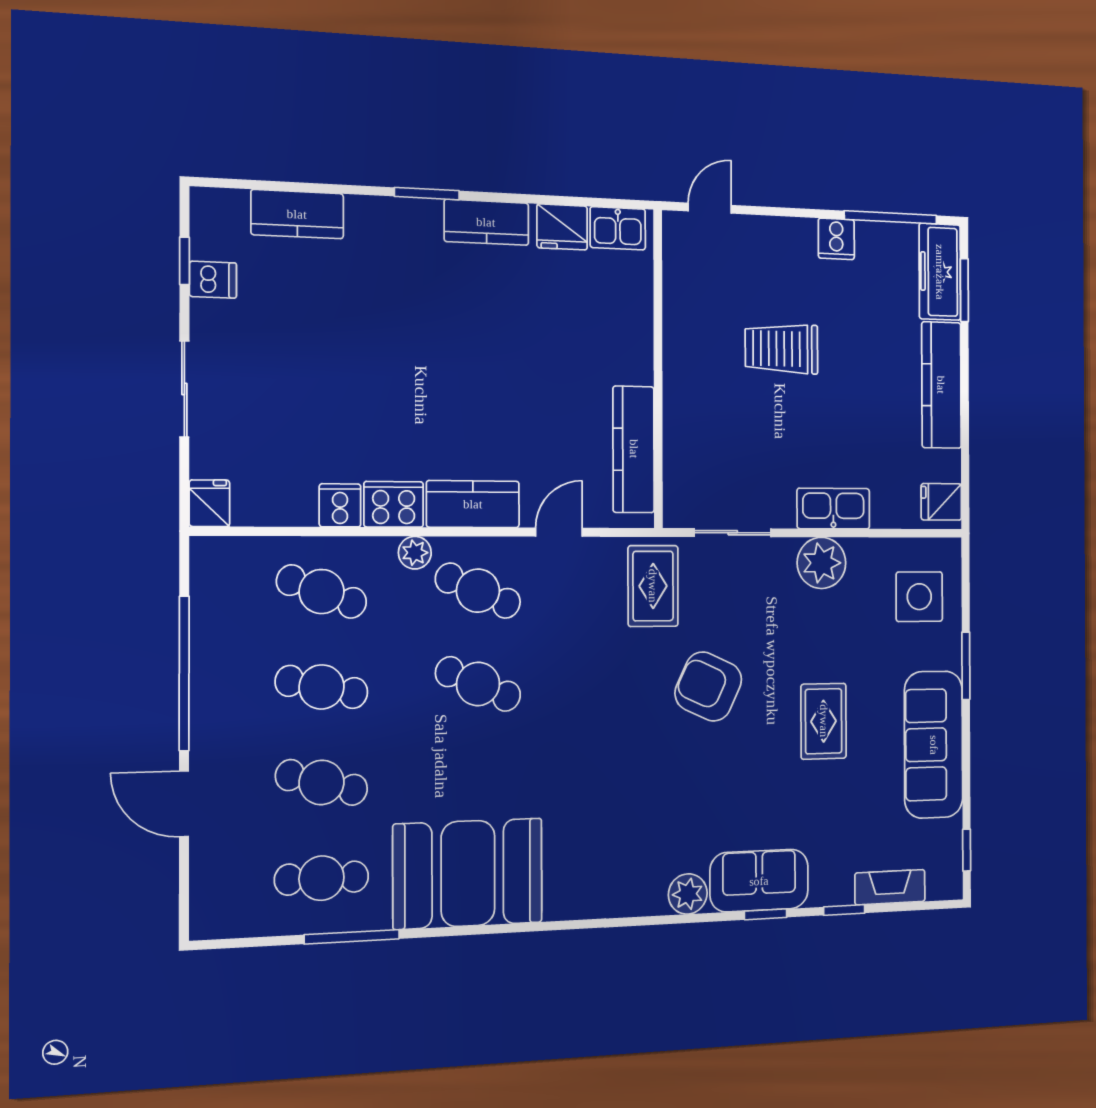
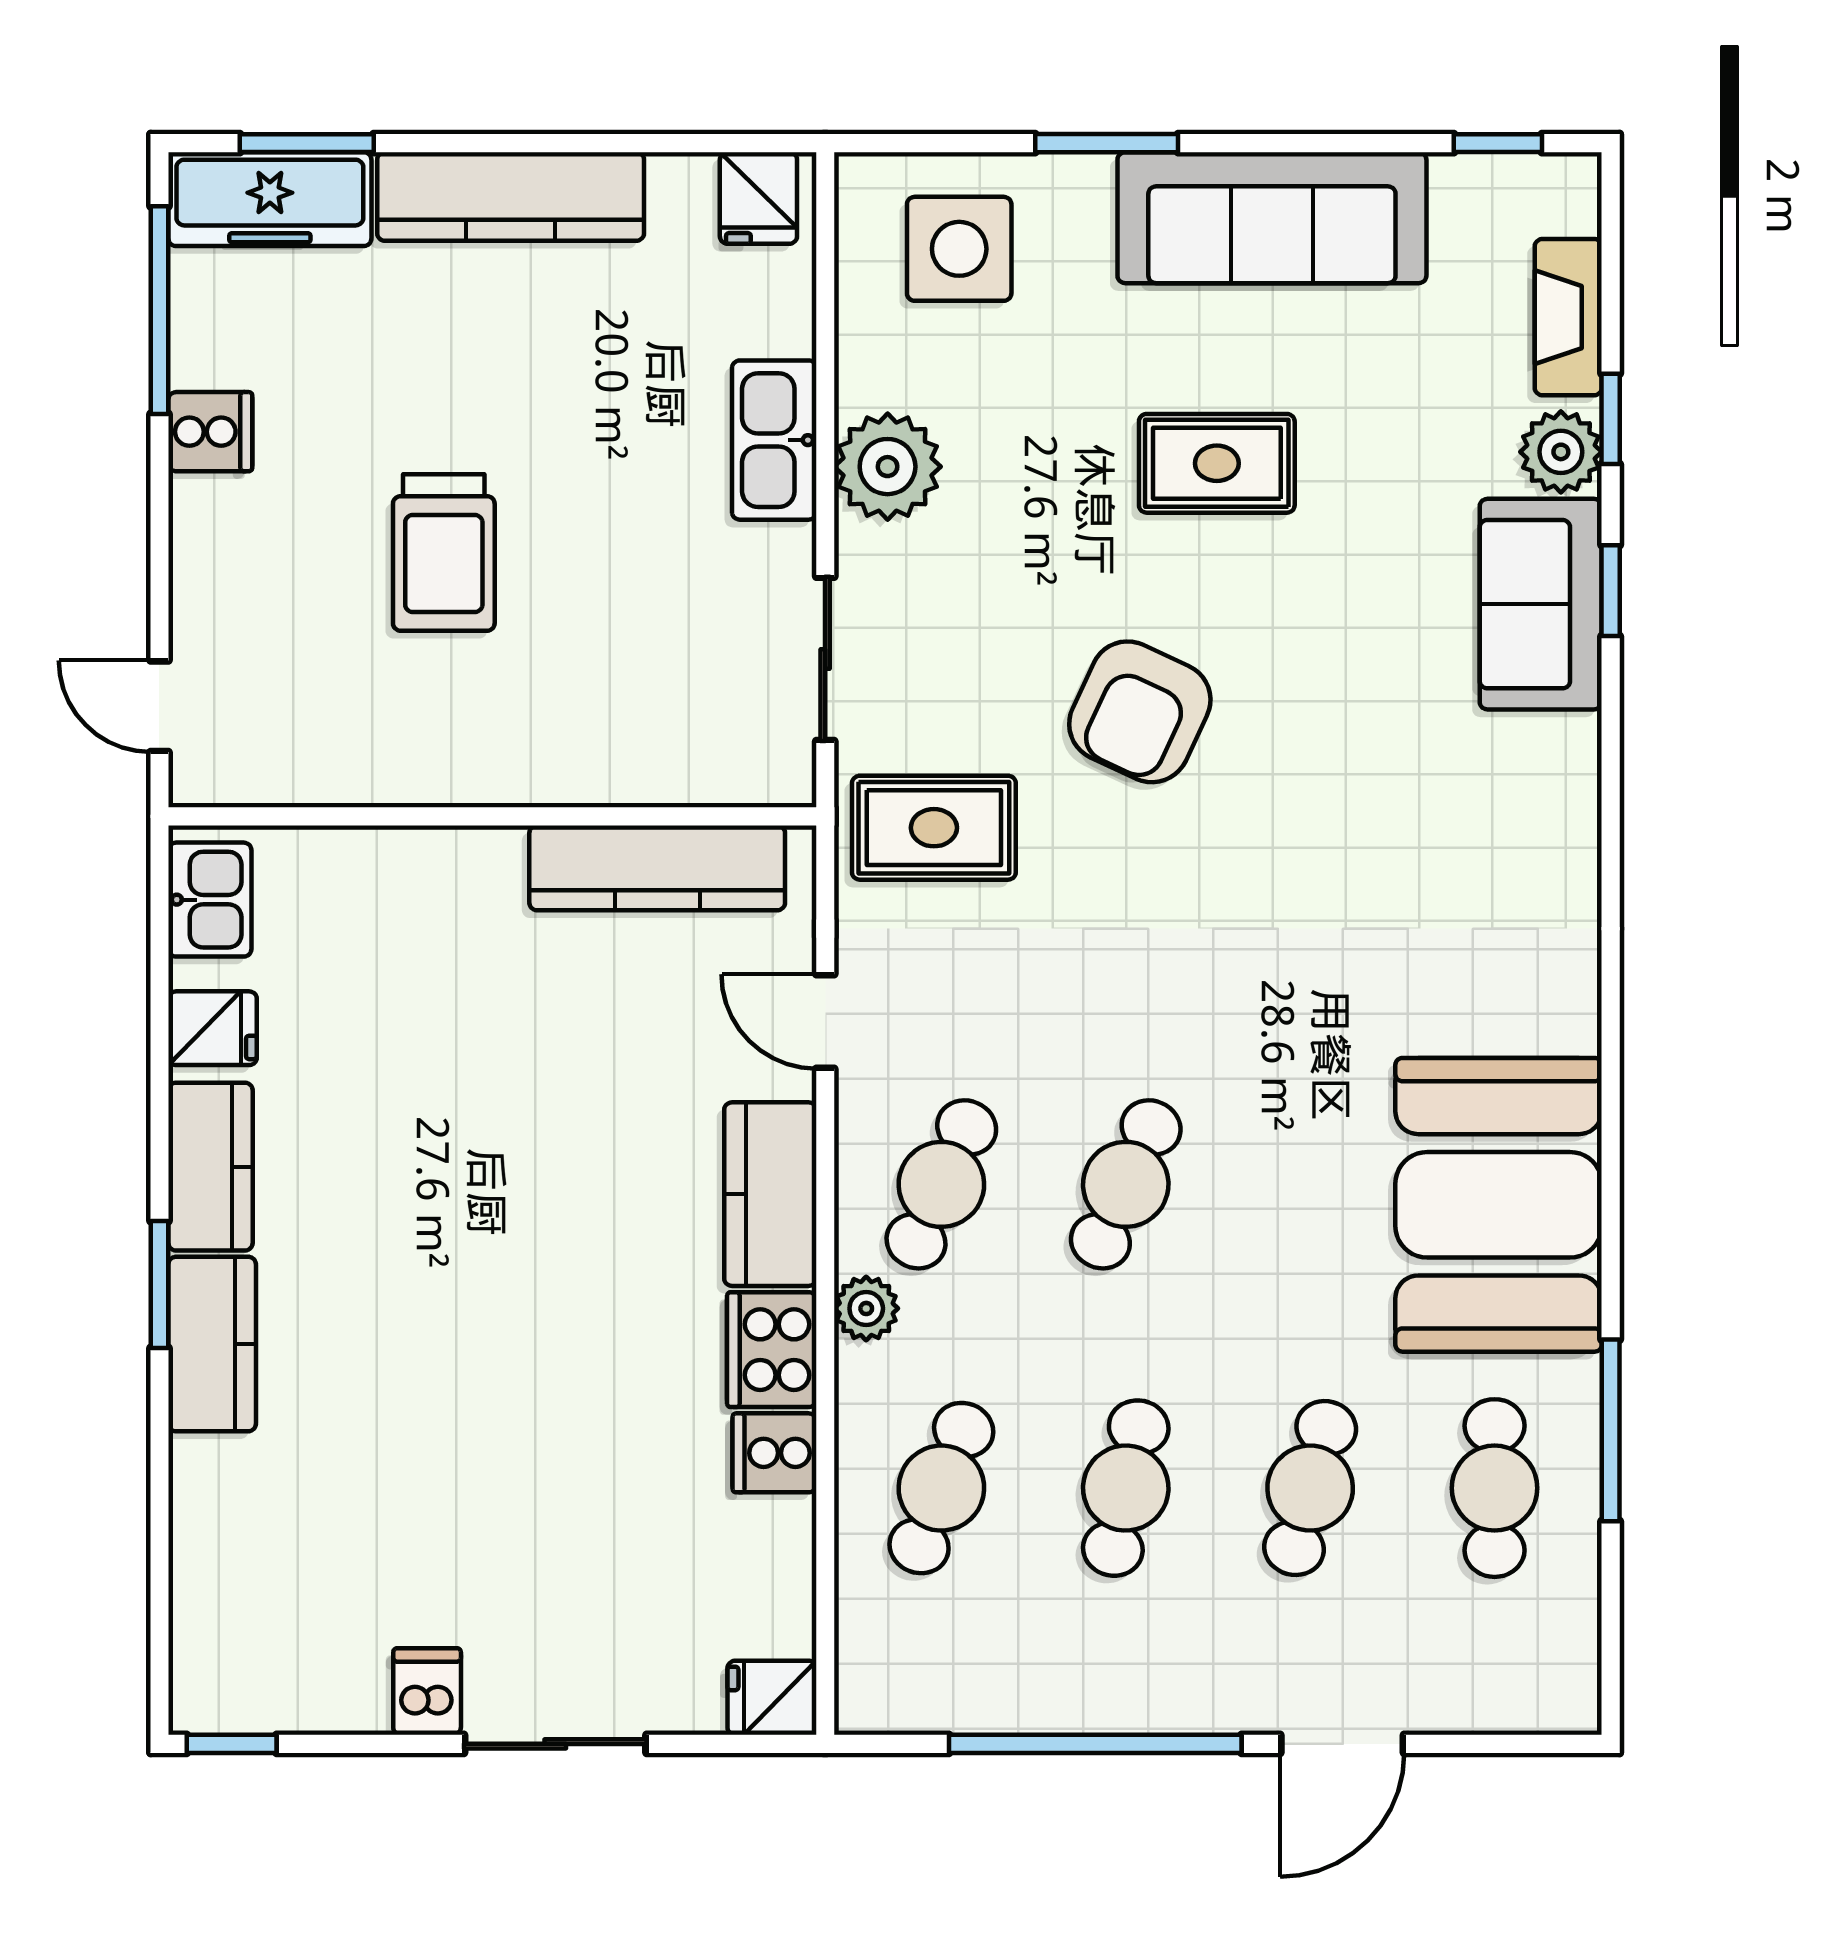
kitchen counter: (297, 214) -> (212, 1344), moved
fridge: (562, 227) -> (213, 1028), width x0.72
window: (184, 261) -> (232, 1744), moved
dishwasher: (213, 280) -> (427, 1691), moved
plant: (688, 894) -> (1561, 452), moved

